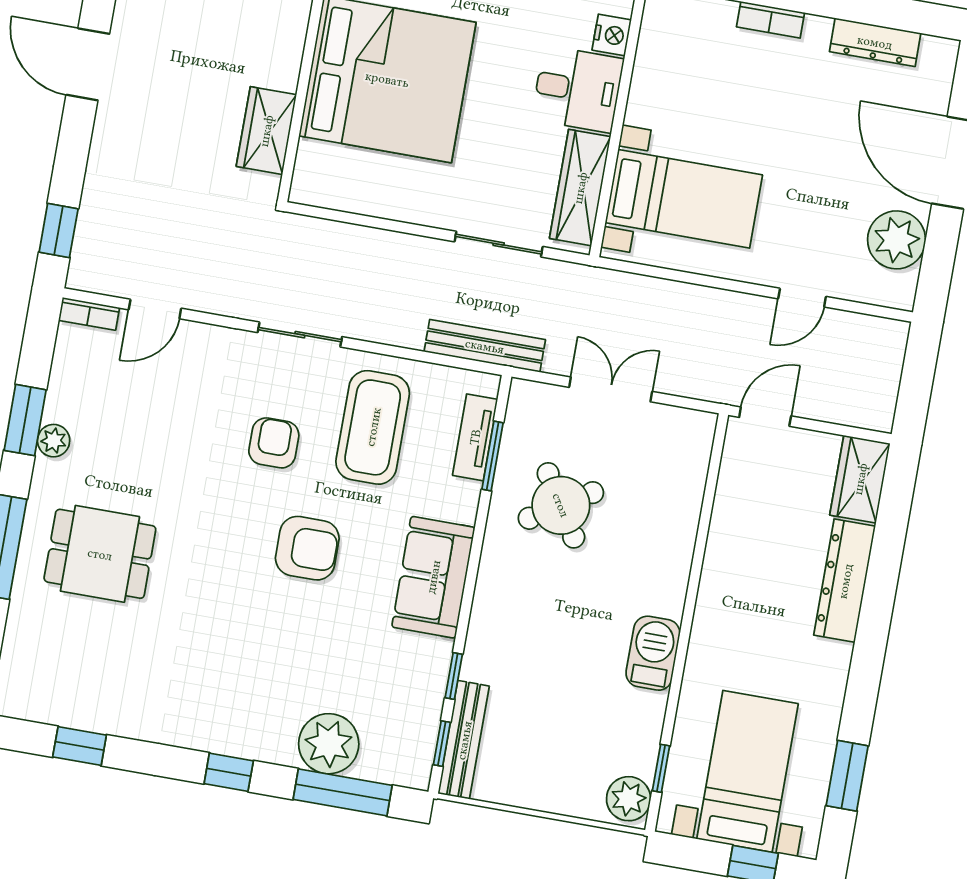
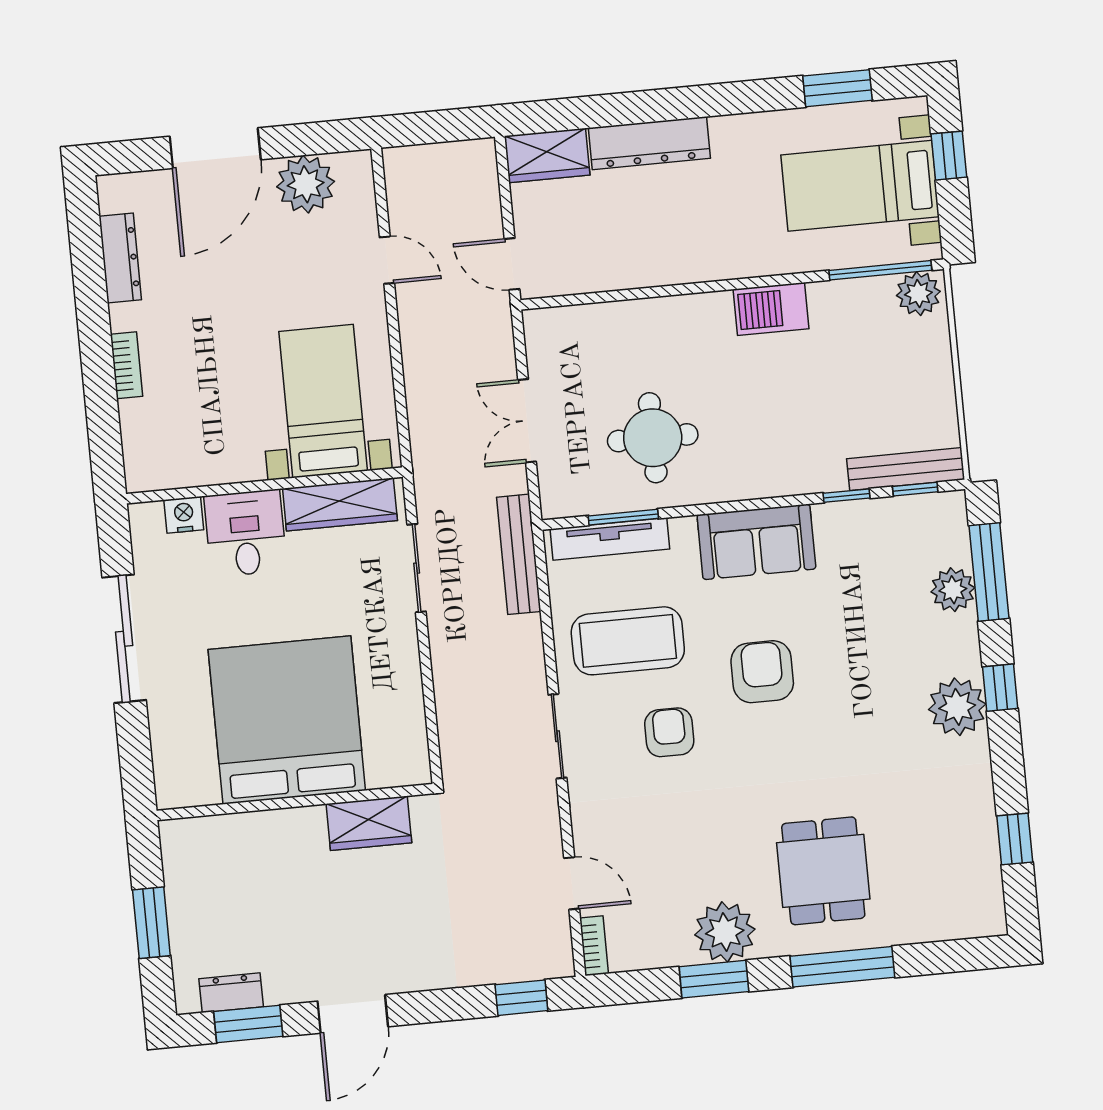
tv unit: (475, 437) -> (610, 539), width x1.41
plant: (54, 441) -> (725, 932), width x1.88, depth x1.88
armchair: (274, 443) -> (669, 732), turned 90
round table: (561, 505) -> (653, 438), turned 32
plant: (222, 726) -> (957, 707), added
plant: (329, 744) -> (953, 590), width x0.73, depth x0.73
window: (661, 768) -> (880, 270), width x2.17

